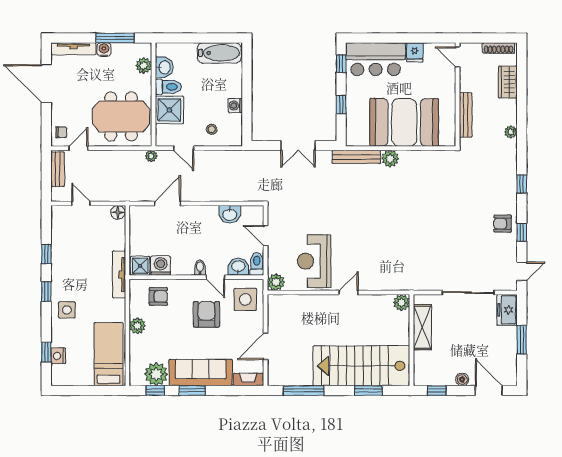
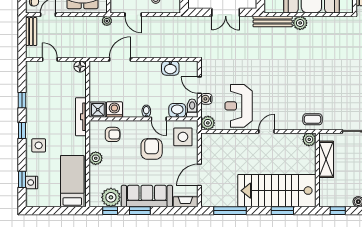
water cooler: (274, 252) -> (206, 99), added
coffee table: (405, 278) -> (313, 119), added

